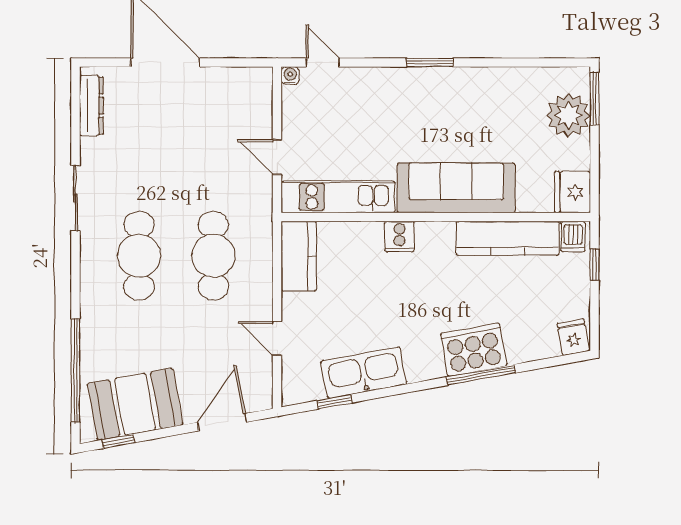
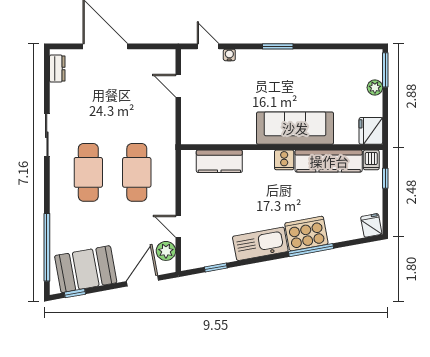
water cooler: (290, 76) -> (229, 55), moved
dresser: (91, 106) -> (57, 69), width x0.70
plant: (568, 115) -> (375, 88), width x0.53, depth x0.53
door: (277, 157) -> (178, 86), moved
kitchen unit: (338, 197) -> (218, 134), removed
cooker: (399, 237) -> (284, 160), moved
kitchen counter: (299, 256) -> (219, 161), moved, turned 90
kitchen sink: (364, 373) -> (260, 244), moved
plant: (258, 376) -> (166, 251), added

